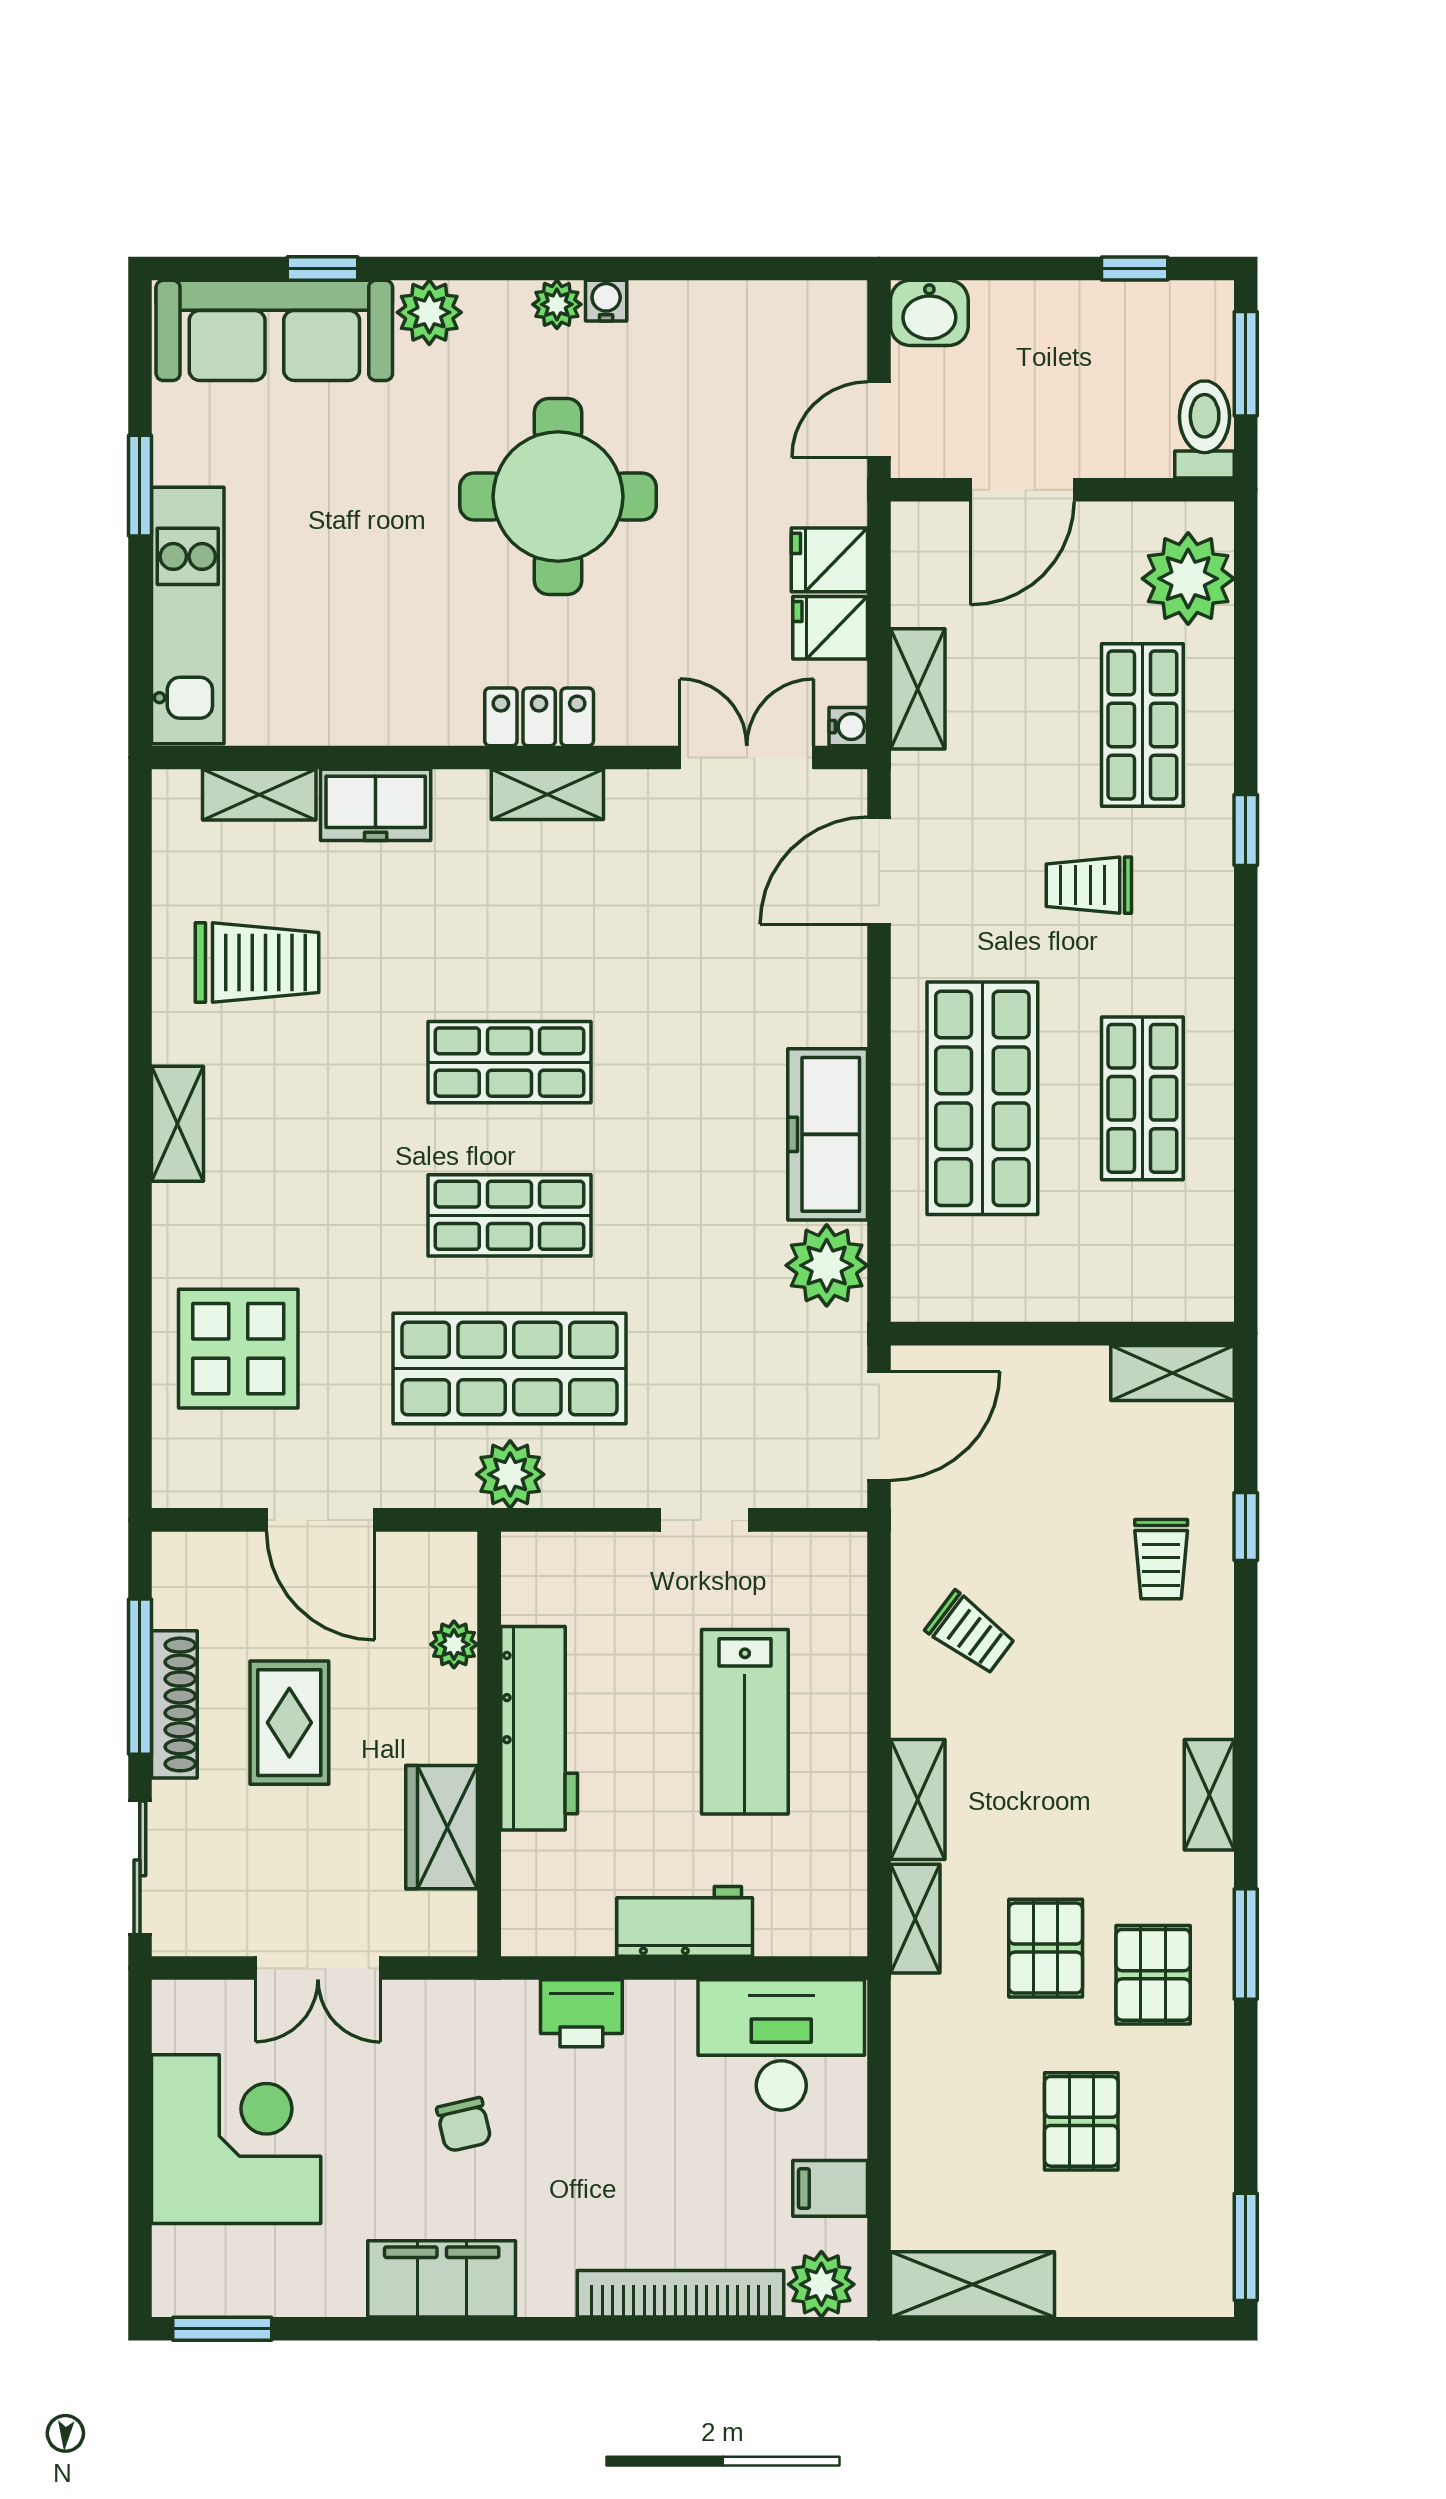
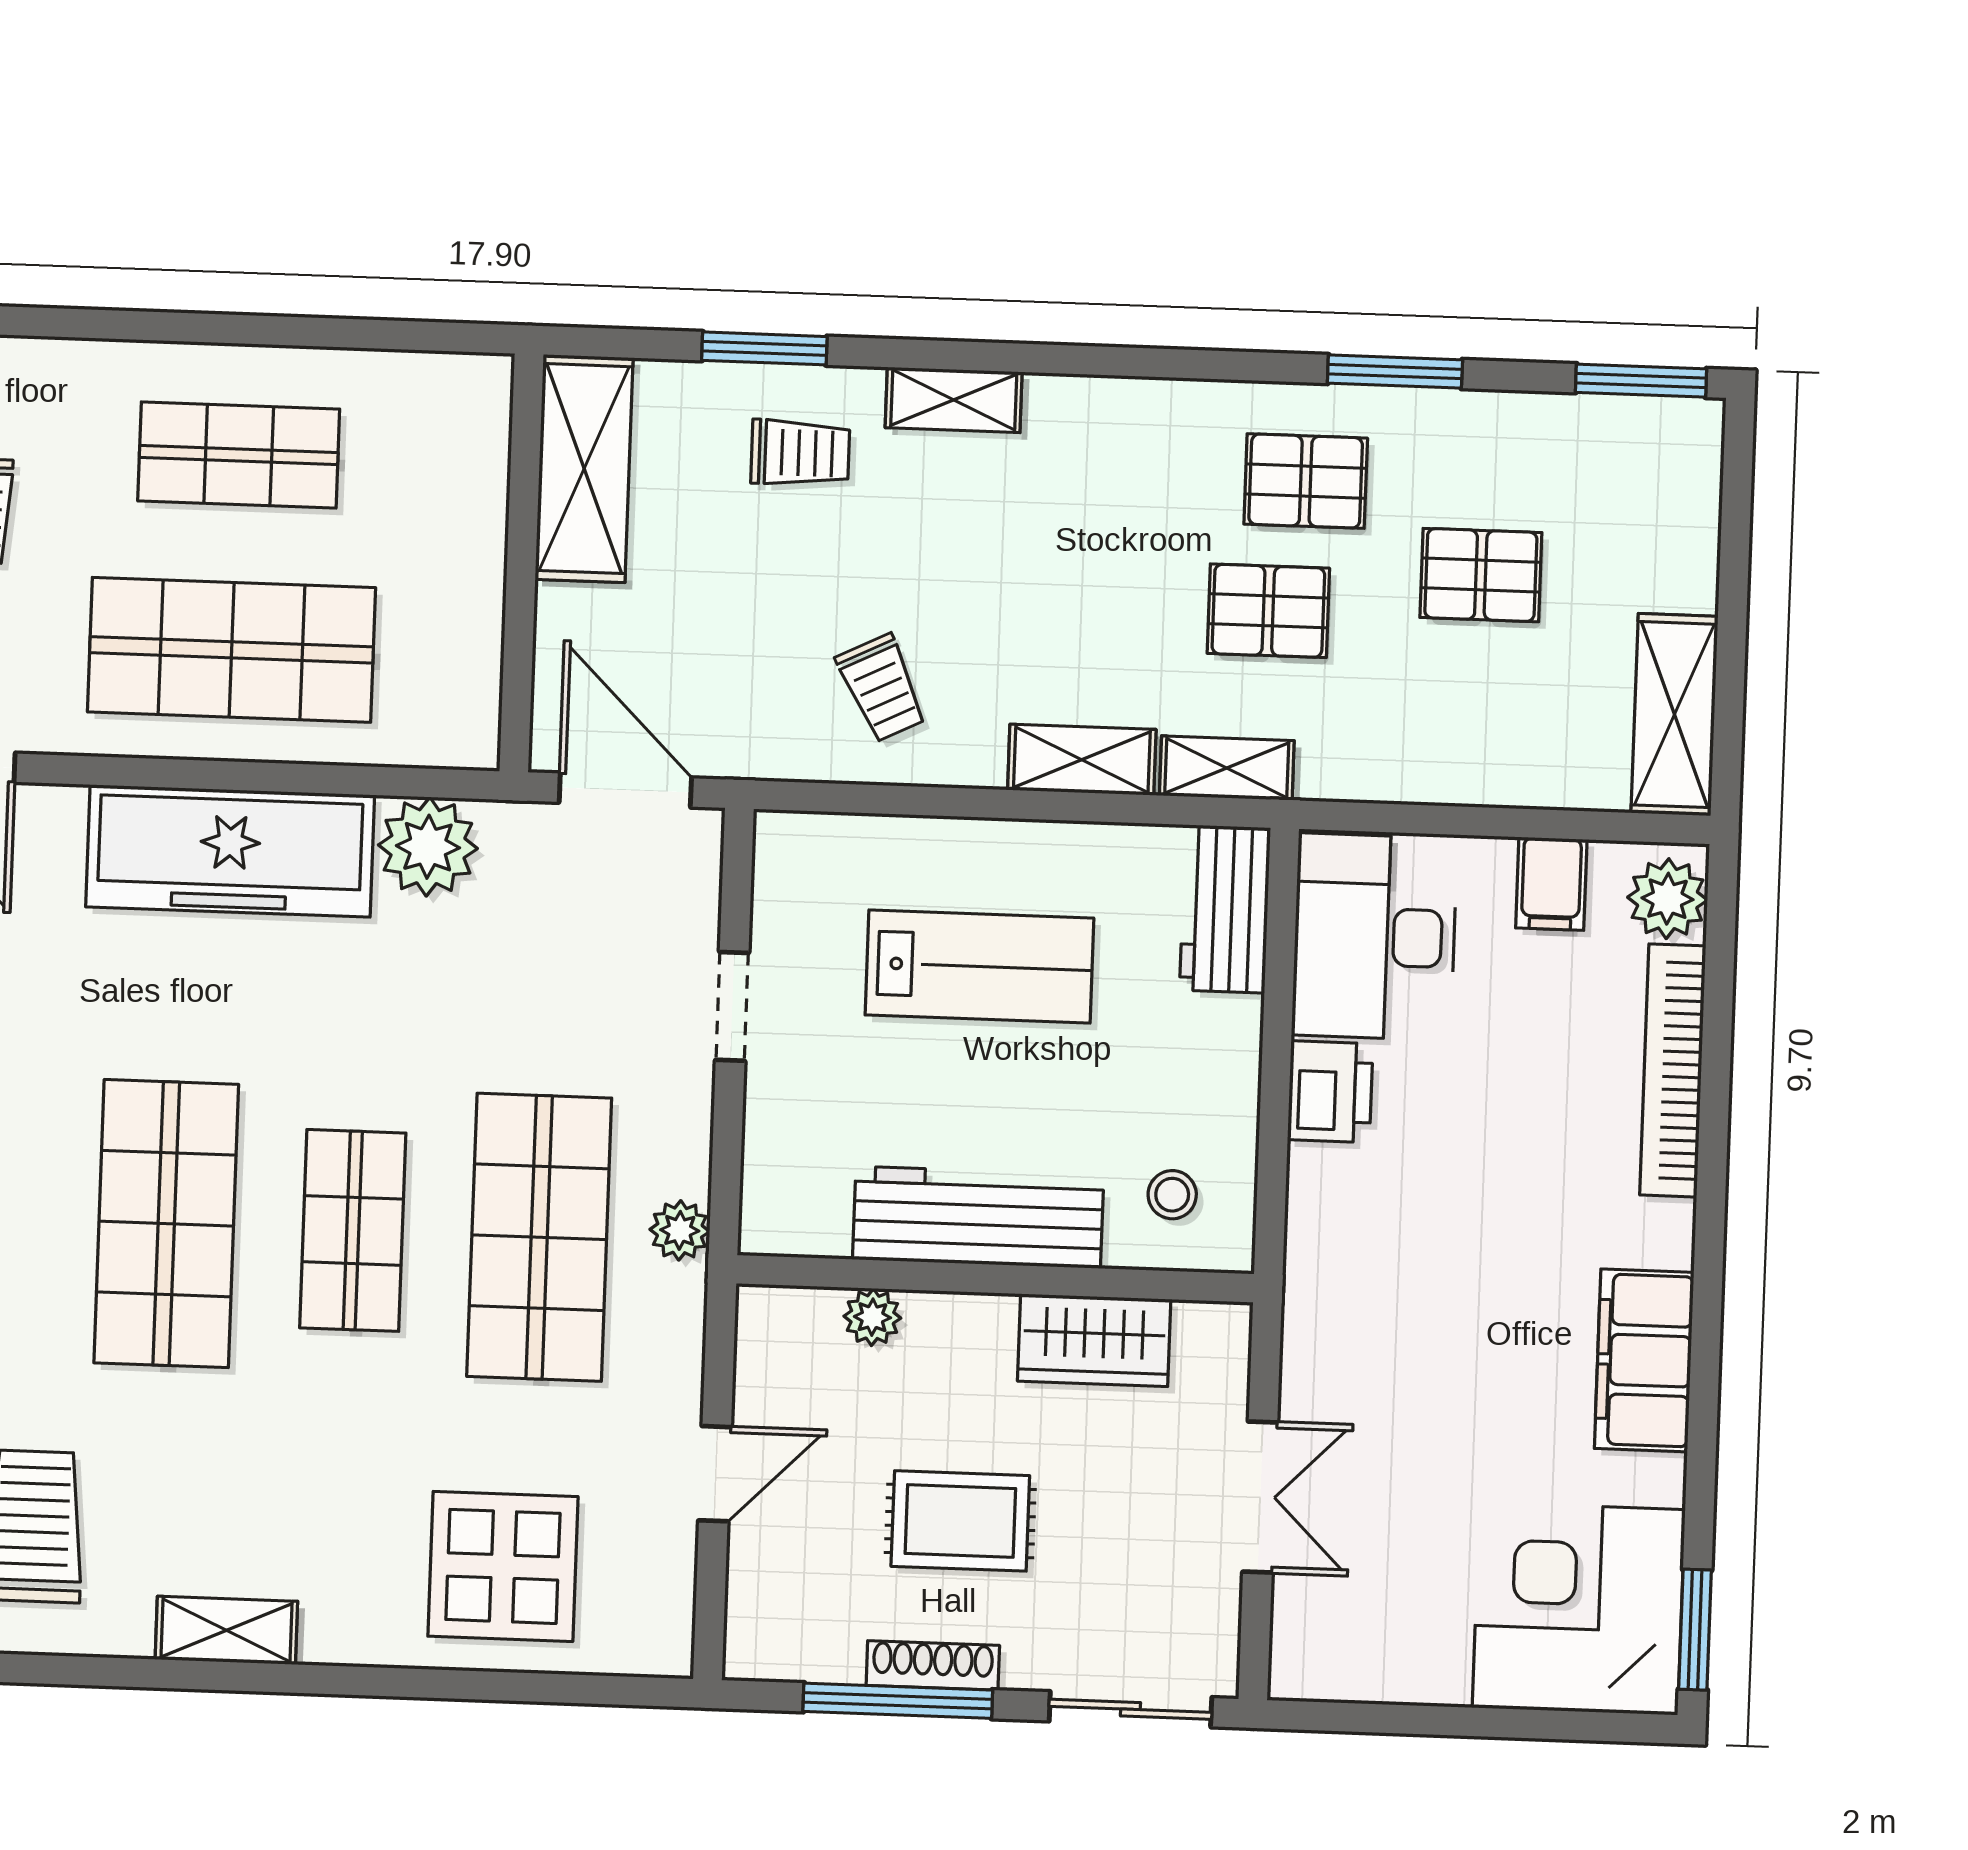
shop shelf: (509, 1062) -> (166, 1224), width x1.43, depth x1.36
freezer: (828, 1134) -> (230, 851), width x1.36, depth x1.26
shelving: (1172, 1373) -> (584, 469), width x1.50, depth x1.33
plant: (510, 1474) -> (680, 1230), width x0.73, depth x0.73
door: (321, 1520) -> (715, 1474), width x0.73
window: (1246, 1527) -> (764, 348), width x1.50
trolley: (971, 1633) -> (882, 688), turned 117
shoe rack: (174, 1704) -> (933, 1665), width x0.74, depth x0.81
shelving: (1209, 1795) -> (954, 400), moved
stool: (563, 1887) -> (1172, 1195), added
workbench: (685, 1921) -> (1225, 909), moved
window: (1246, 1944) -> (1395, 372), moved
printer: (581, 2013) -> (1330, 1092), moved
chair: (464, 2125) -> (1457, 1327), removed
corner desk: (236, 2139) -> (1579, 1609), moved

